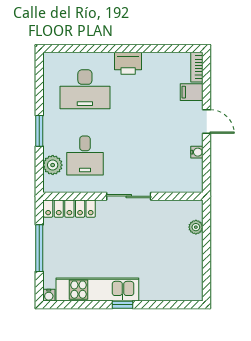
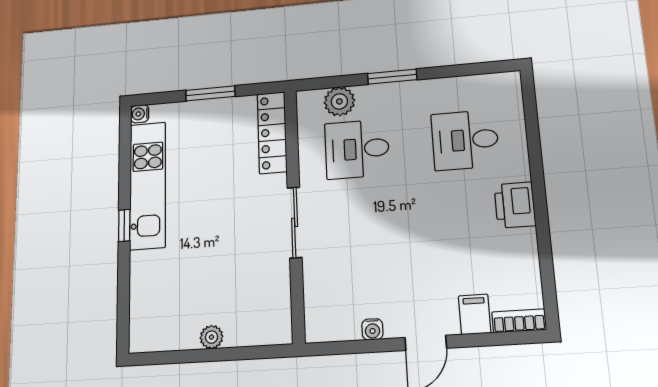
desk: (85, 89) -> (465, 140), width x0.73
plant: (196, 227) -> (211, 337), moved
window: (39, 248) -> (210, 93), width x0.69

